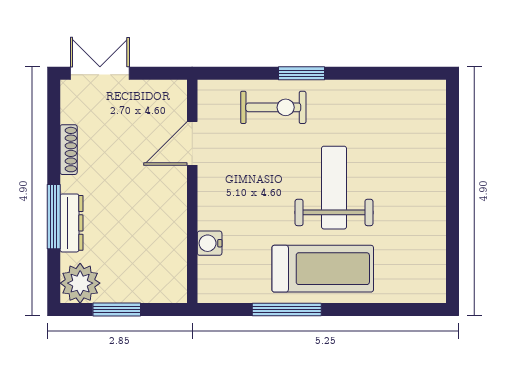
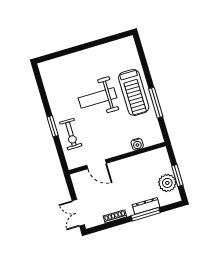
exercise bike: (273, 107) -> (71, 134), turned 180
treadmill: (323, 269) -> (134, 92), turned 180
plant: (80, 283) -> (167, 183), moved

